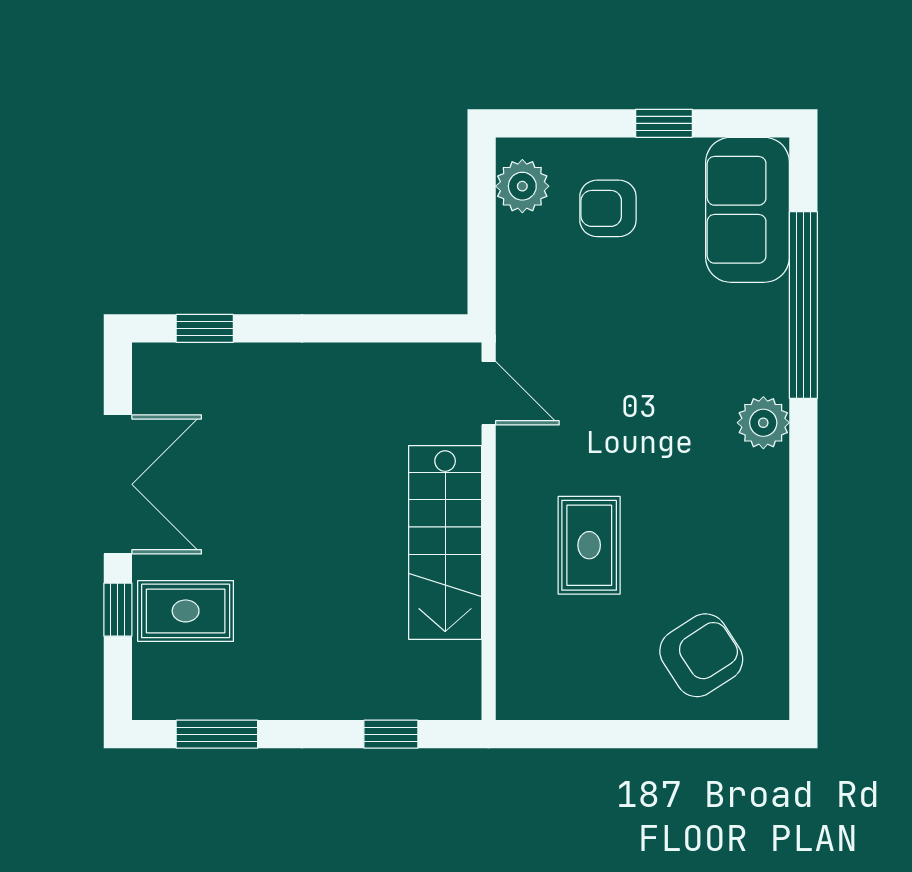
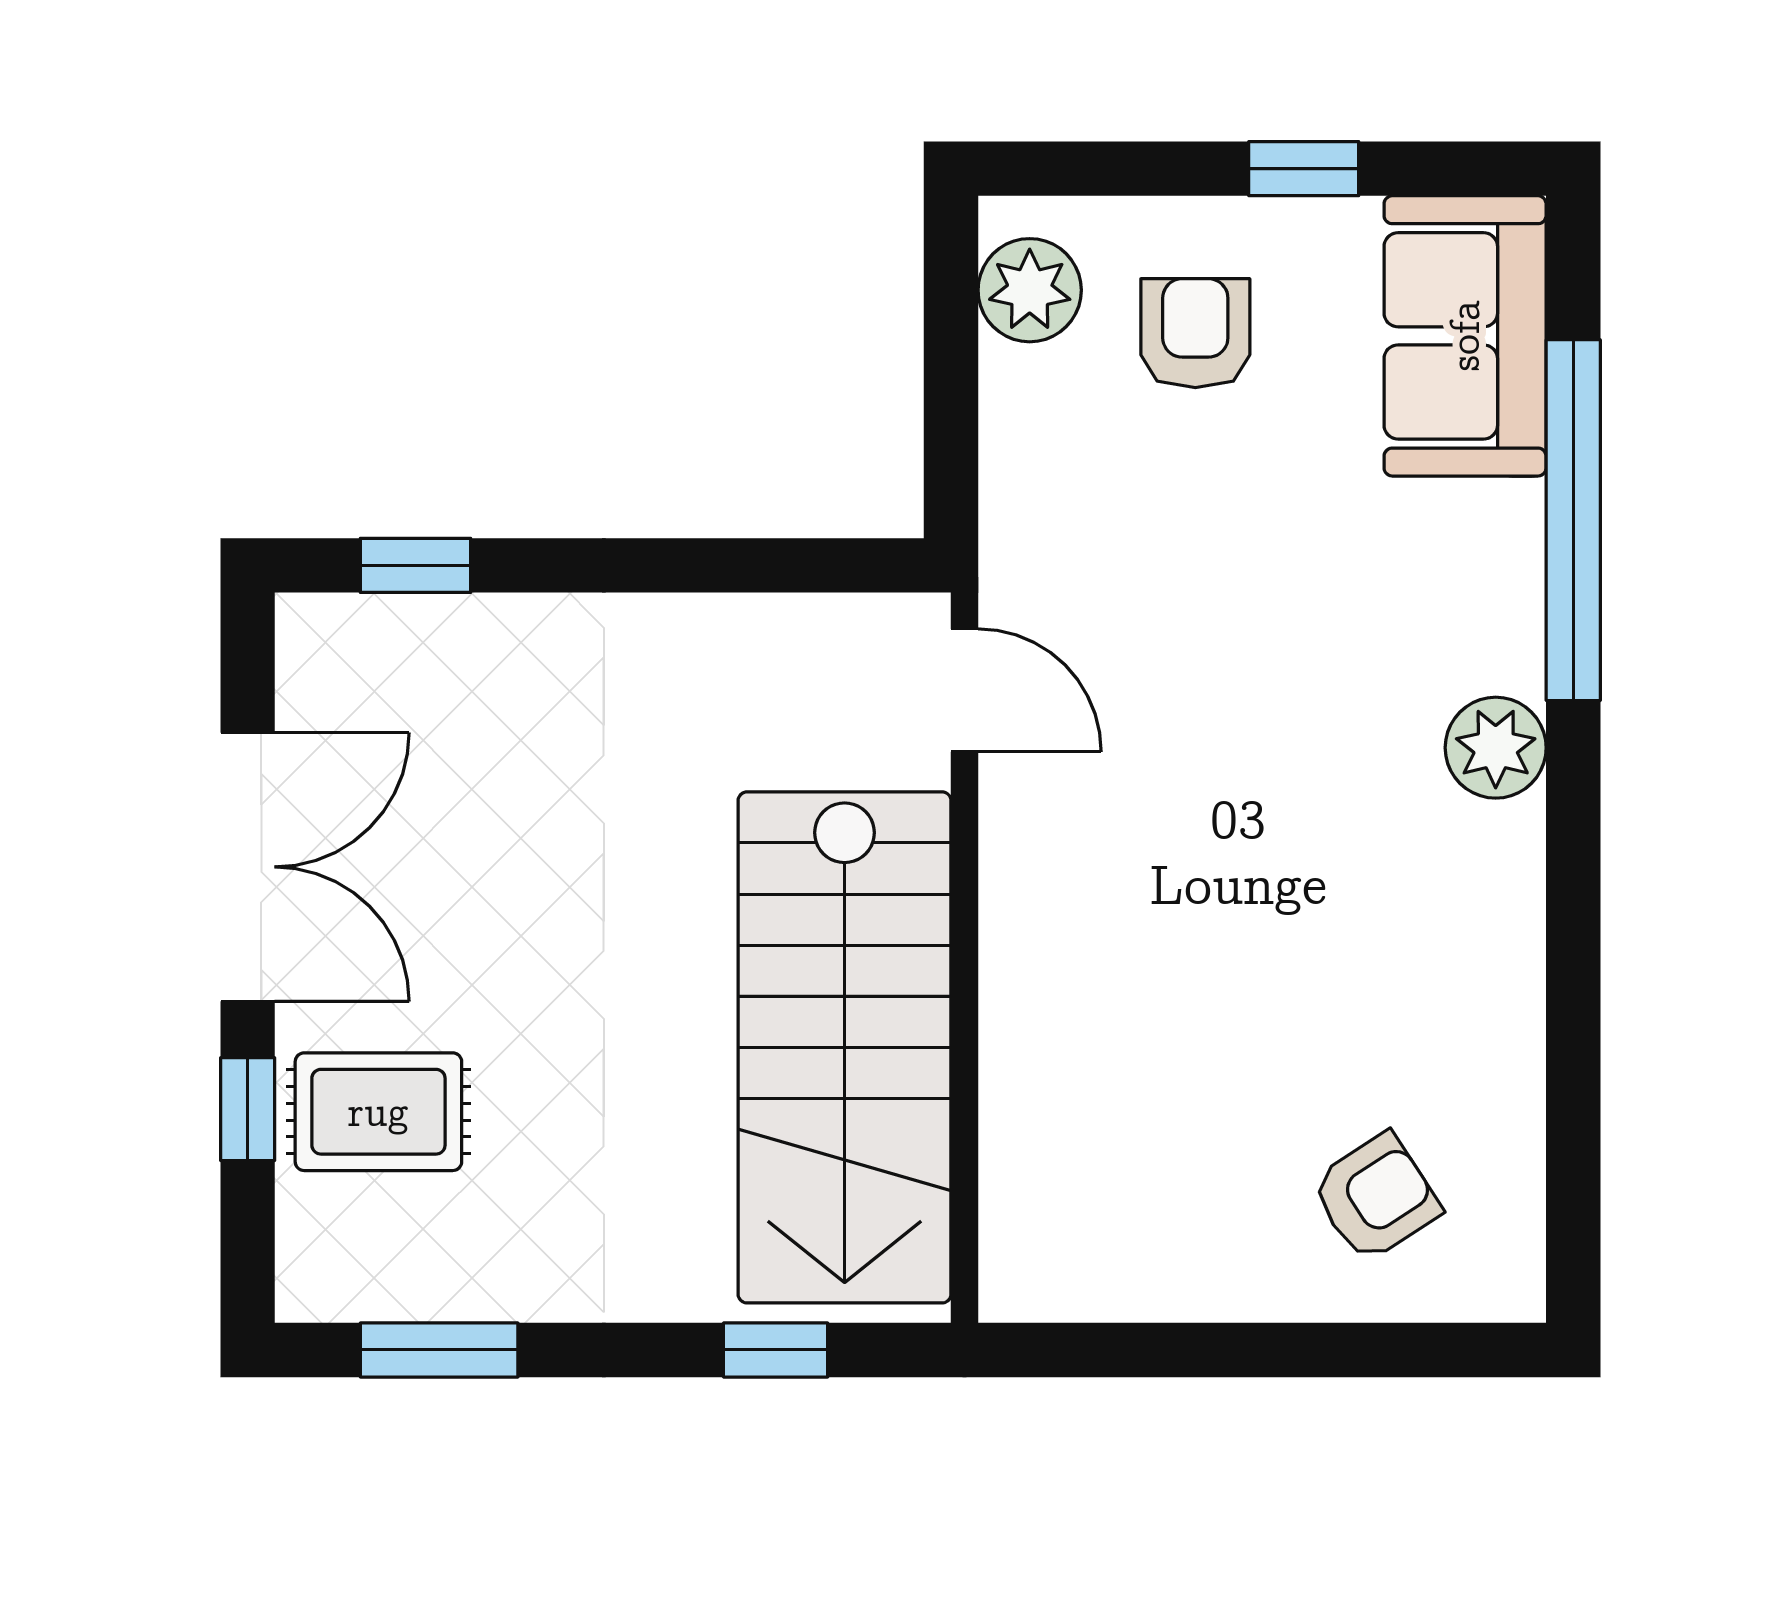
armchair: (608, 208) -> (1195, 333), turned 90
stairs: (445, 542) -> (845, 1047), width x1.36, depth x1.51
rug: (589, 545) -> (1159, 985), removed
armchair: (701, 655) -> (1376, 1197), width x0.72, depth x0.72

